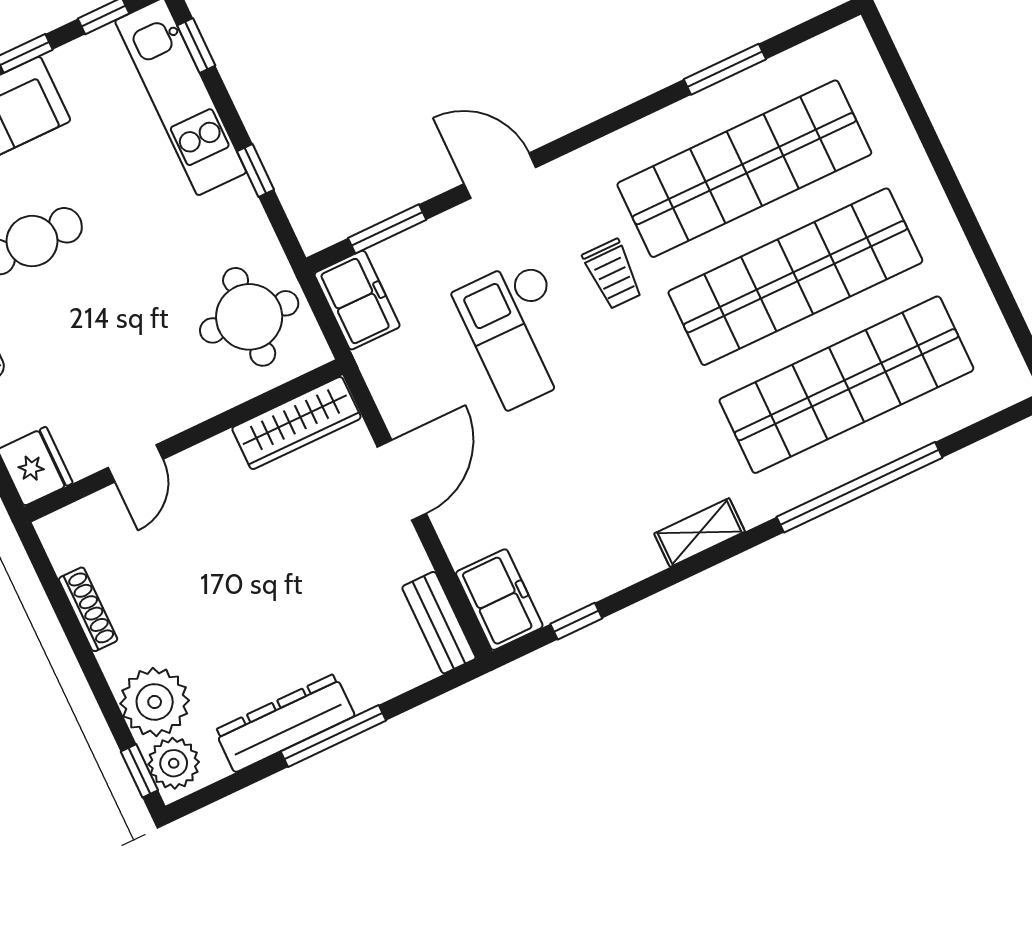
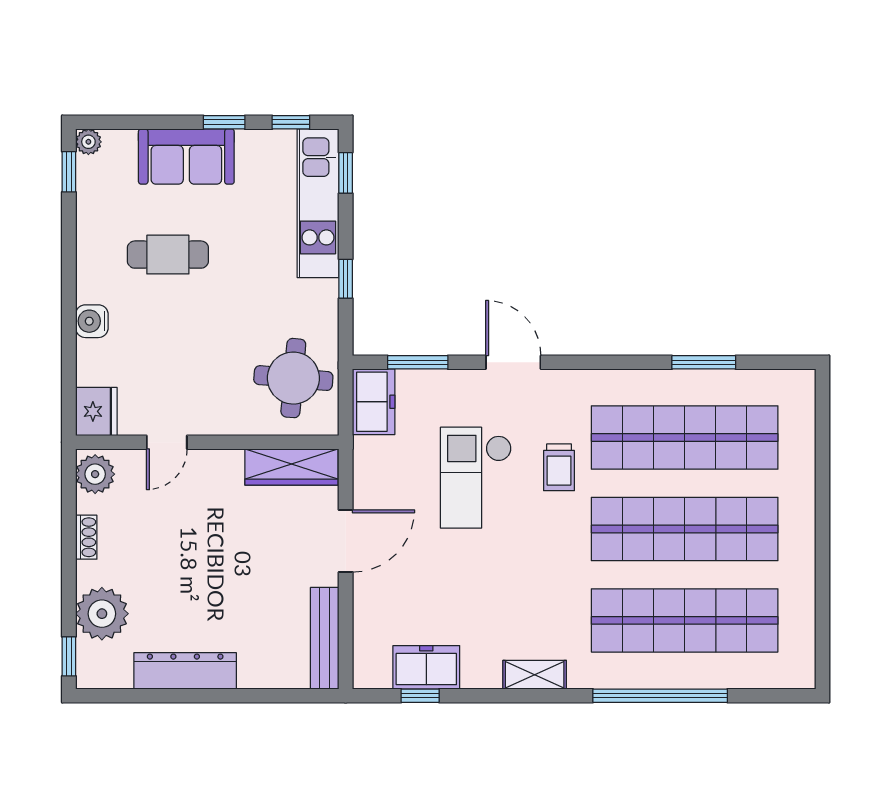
freezer: (499, 600) -> (426, 667), moved, turned -90
shoe rack: (88, 609) -> (86, 537), width x0.70
bench: (439, 623) -> (325, 638), width x1.36
window: (333, 736) -> (215, 696), removed
plant: (174, 763) -> (95, 474), moved

